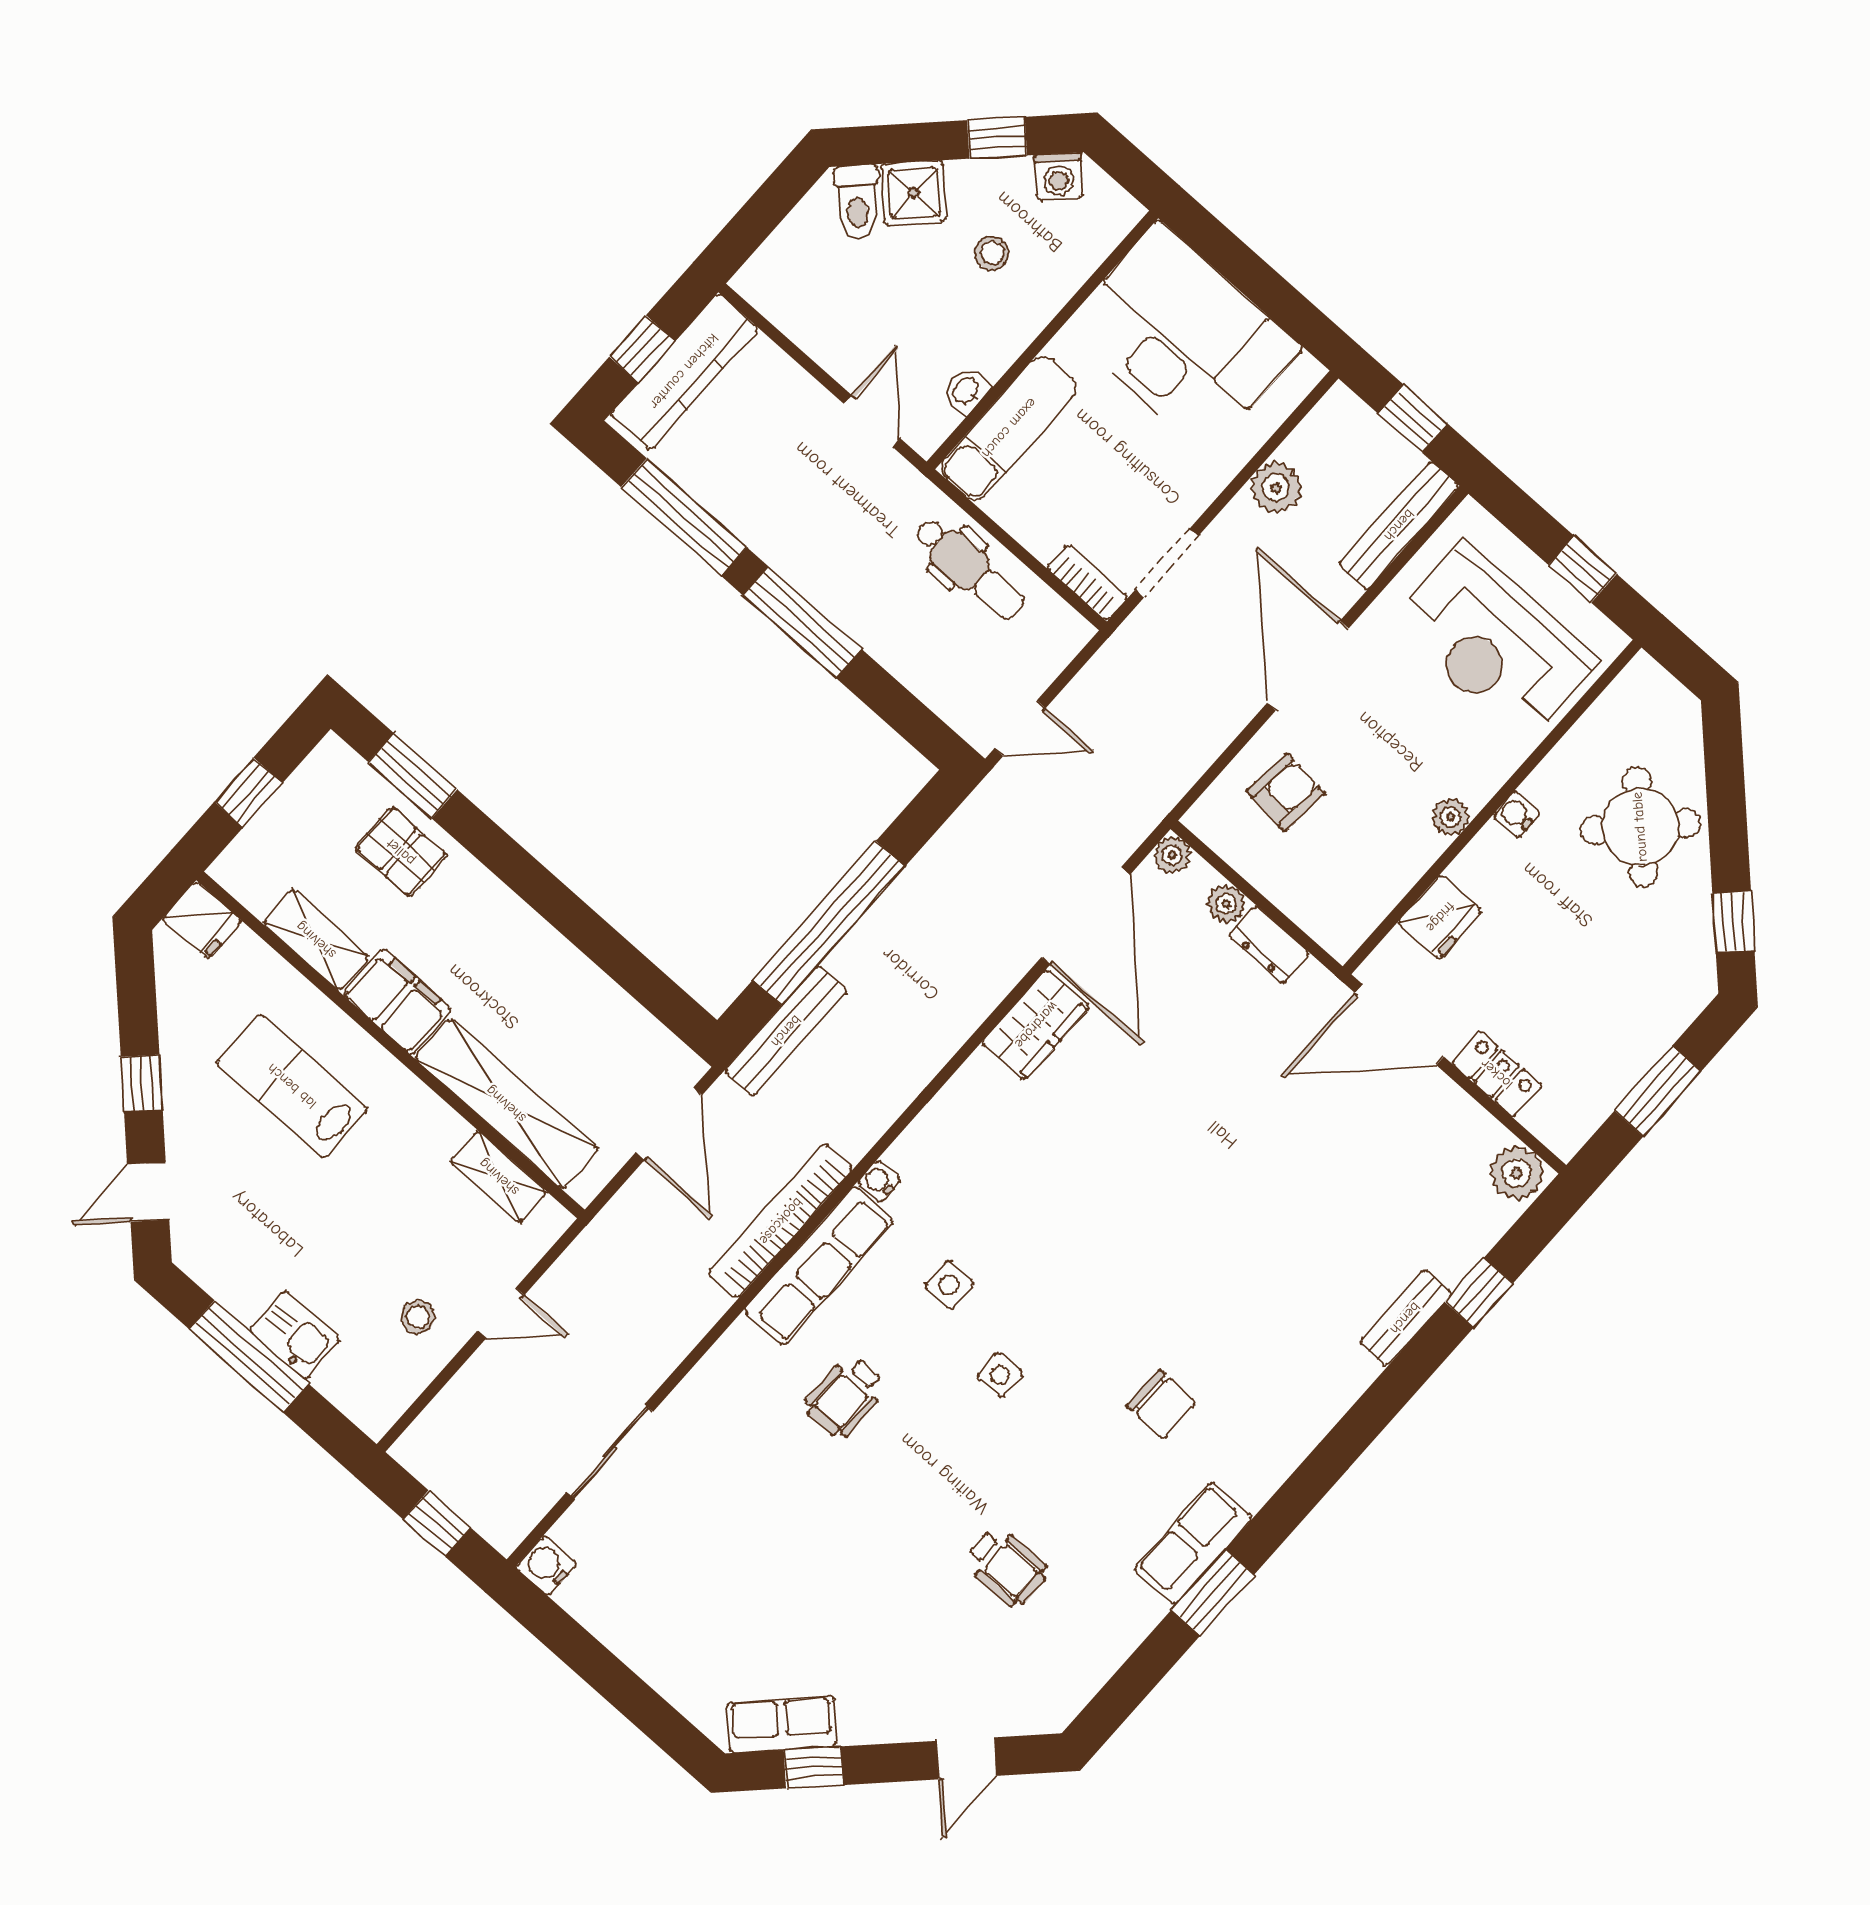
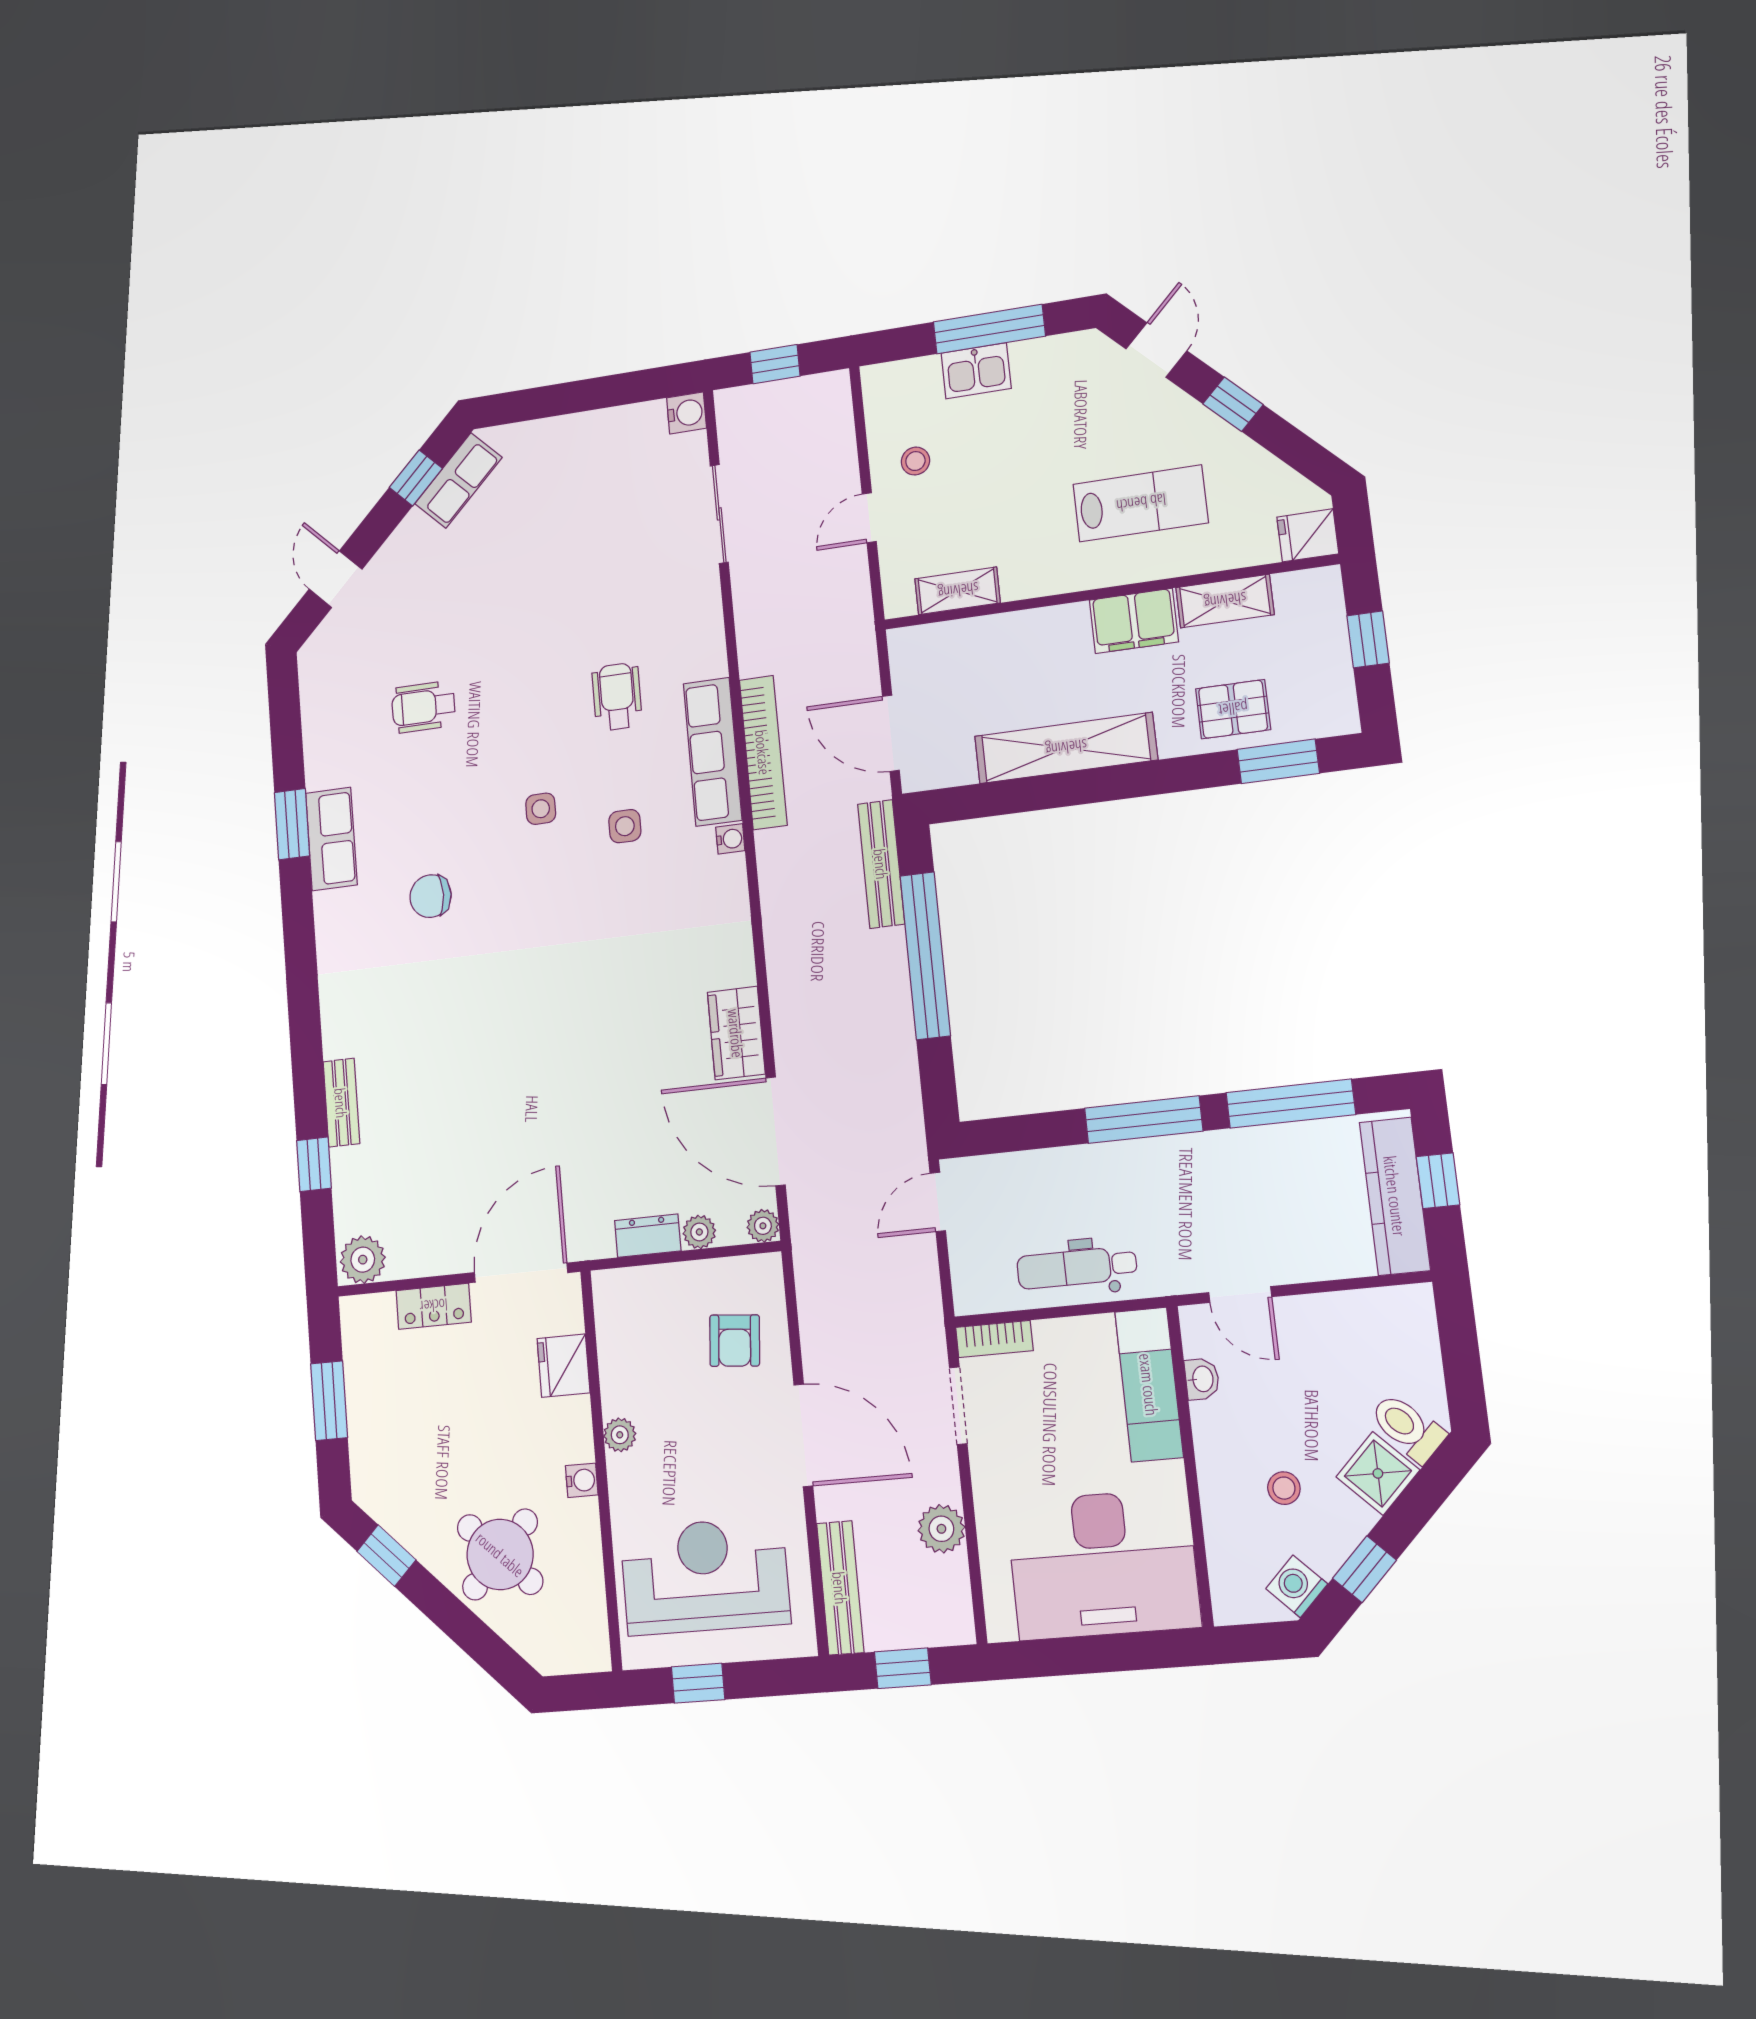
shelving: (506, 1104) -> (1066, 748), moved

